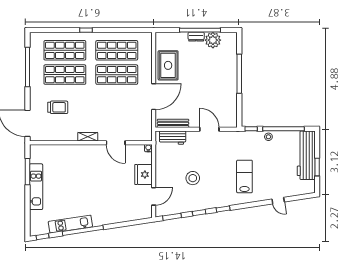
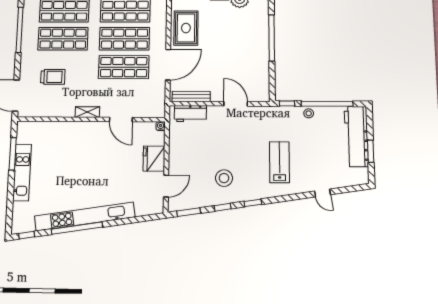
shop shelf: (117, 99) -> (124, 67), added
stool: (193, 178) -> (224, 178), moved
kitchen unit: (70, 224) -> (85, 217), width x1.86

